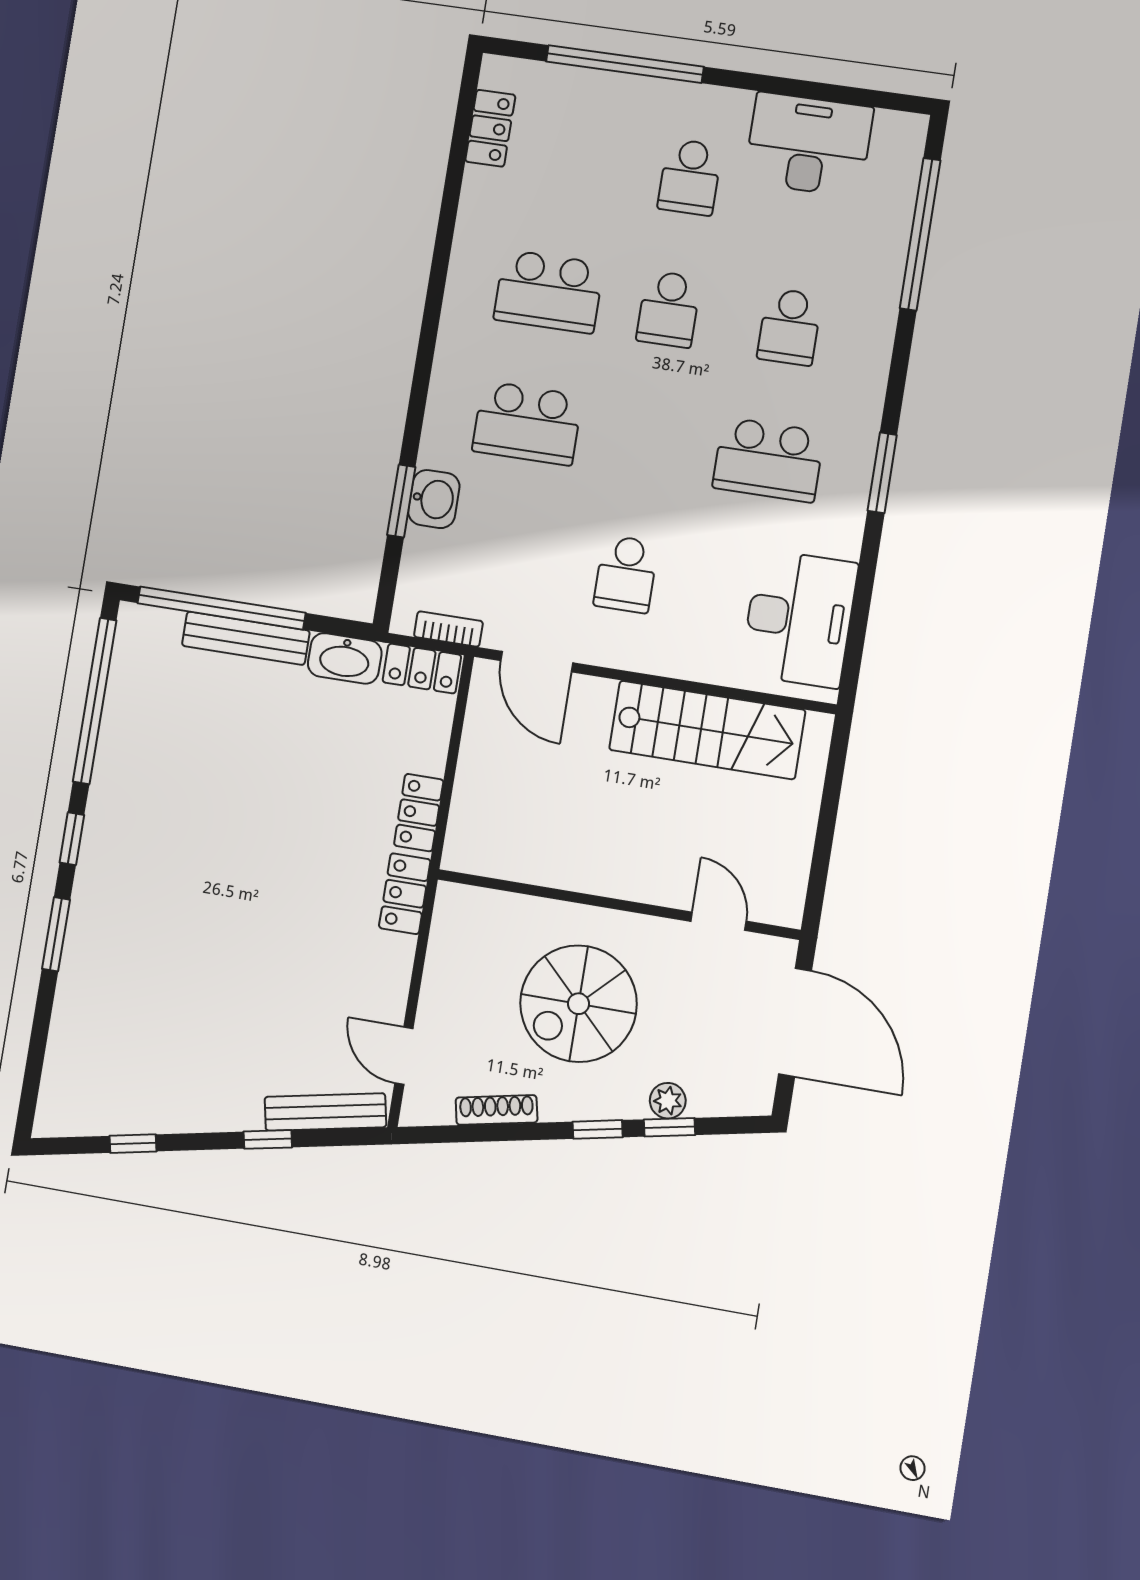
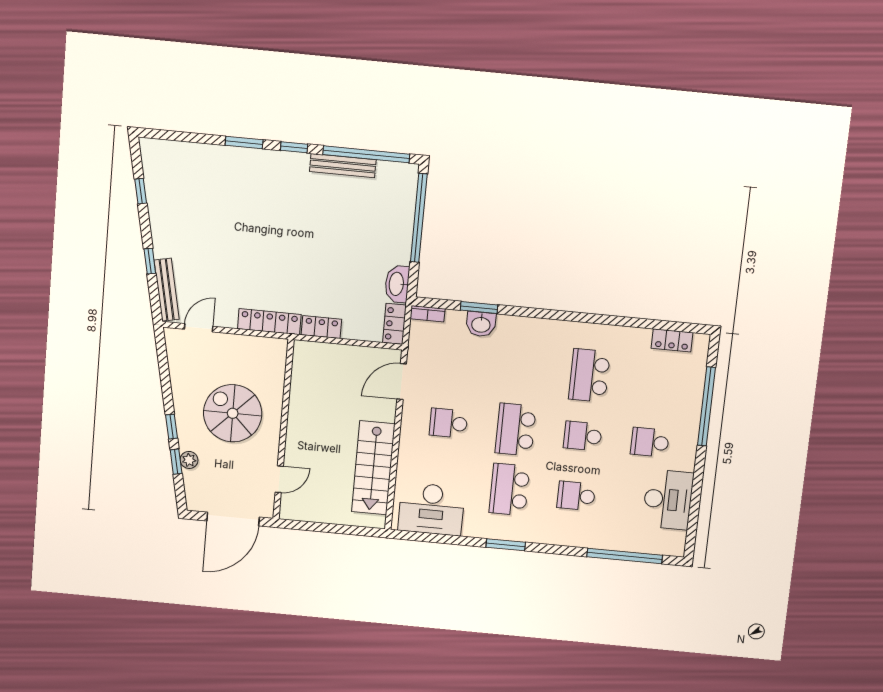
school desk: (527, 423) -> (516, 430), moved
bookcase: (448, 629) -> (428, 314), moved, turned 90
bench: (246, 638) -> (343, 166), moved, turned 90
locker: (405, 894) -> (269, 322), width x1.53
shoe rack: (497, 1110) -> (176, 376), removed

